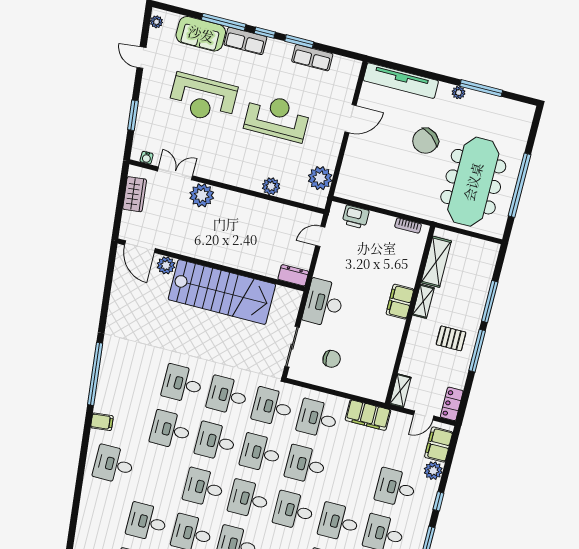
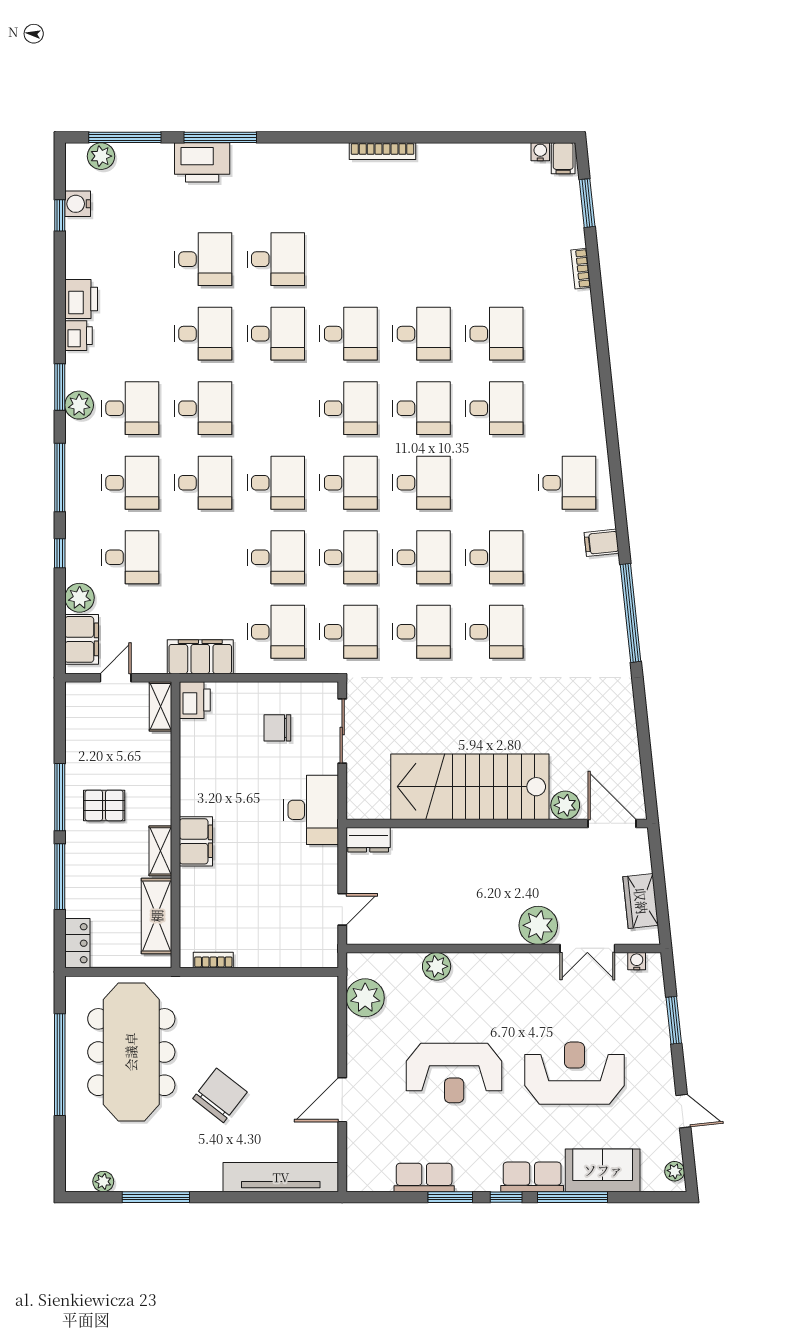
plant: (459, 93) -> (103, 1182), moved
printer: (356, 217) -> (195, 700), moved, turned 90
locker: (452, 404) -> (77, 943), moved

